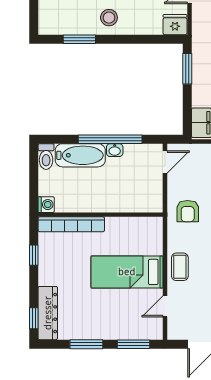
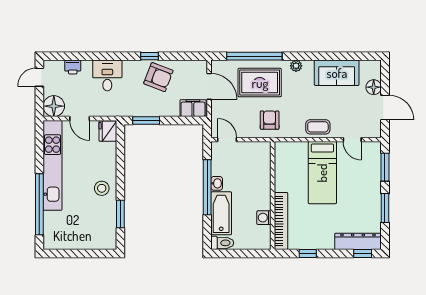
washing machine: (46, 205) -> (264, 218), moved, turned -90
armchair: (188, 211) -> (270, 120), turned -90

